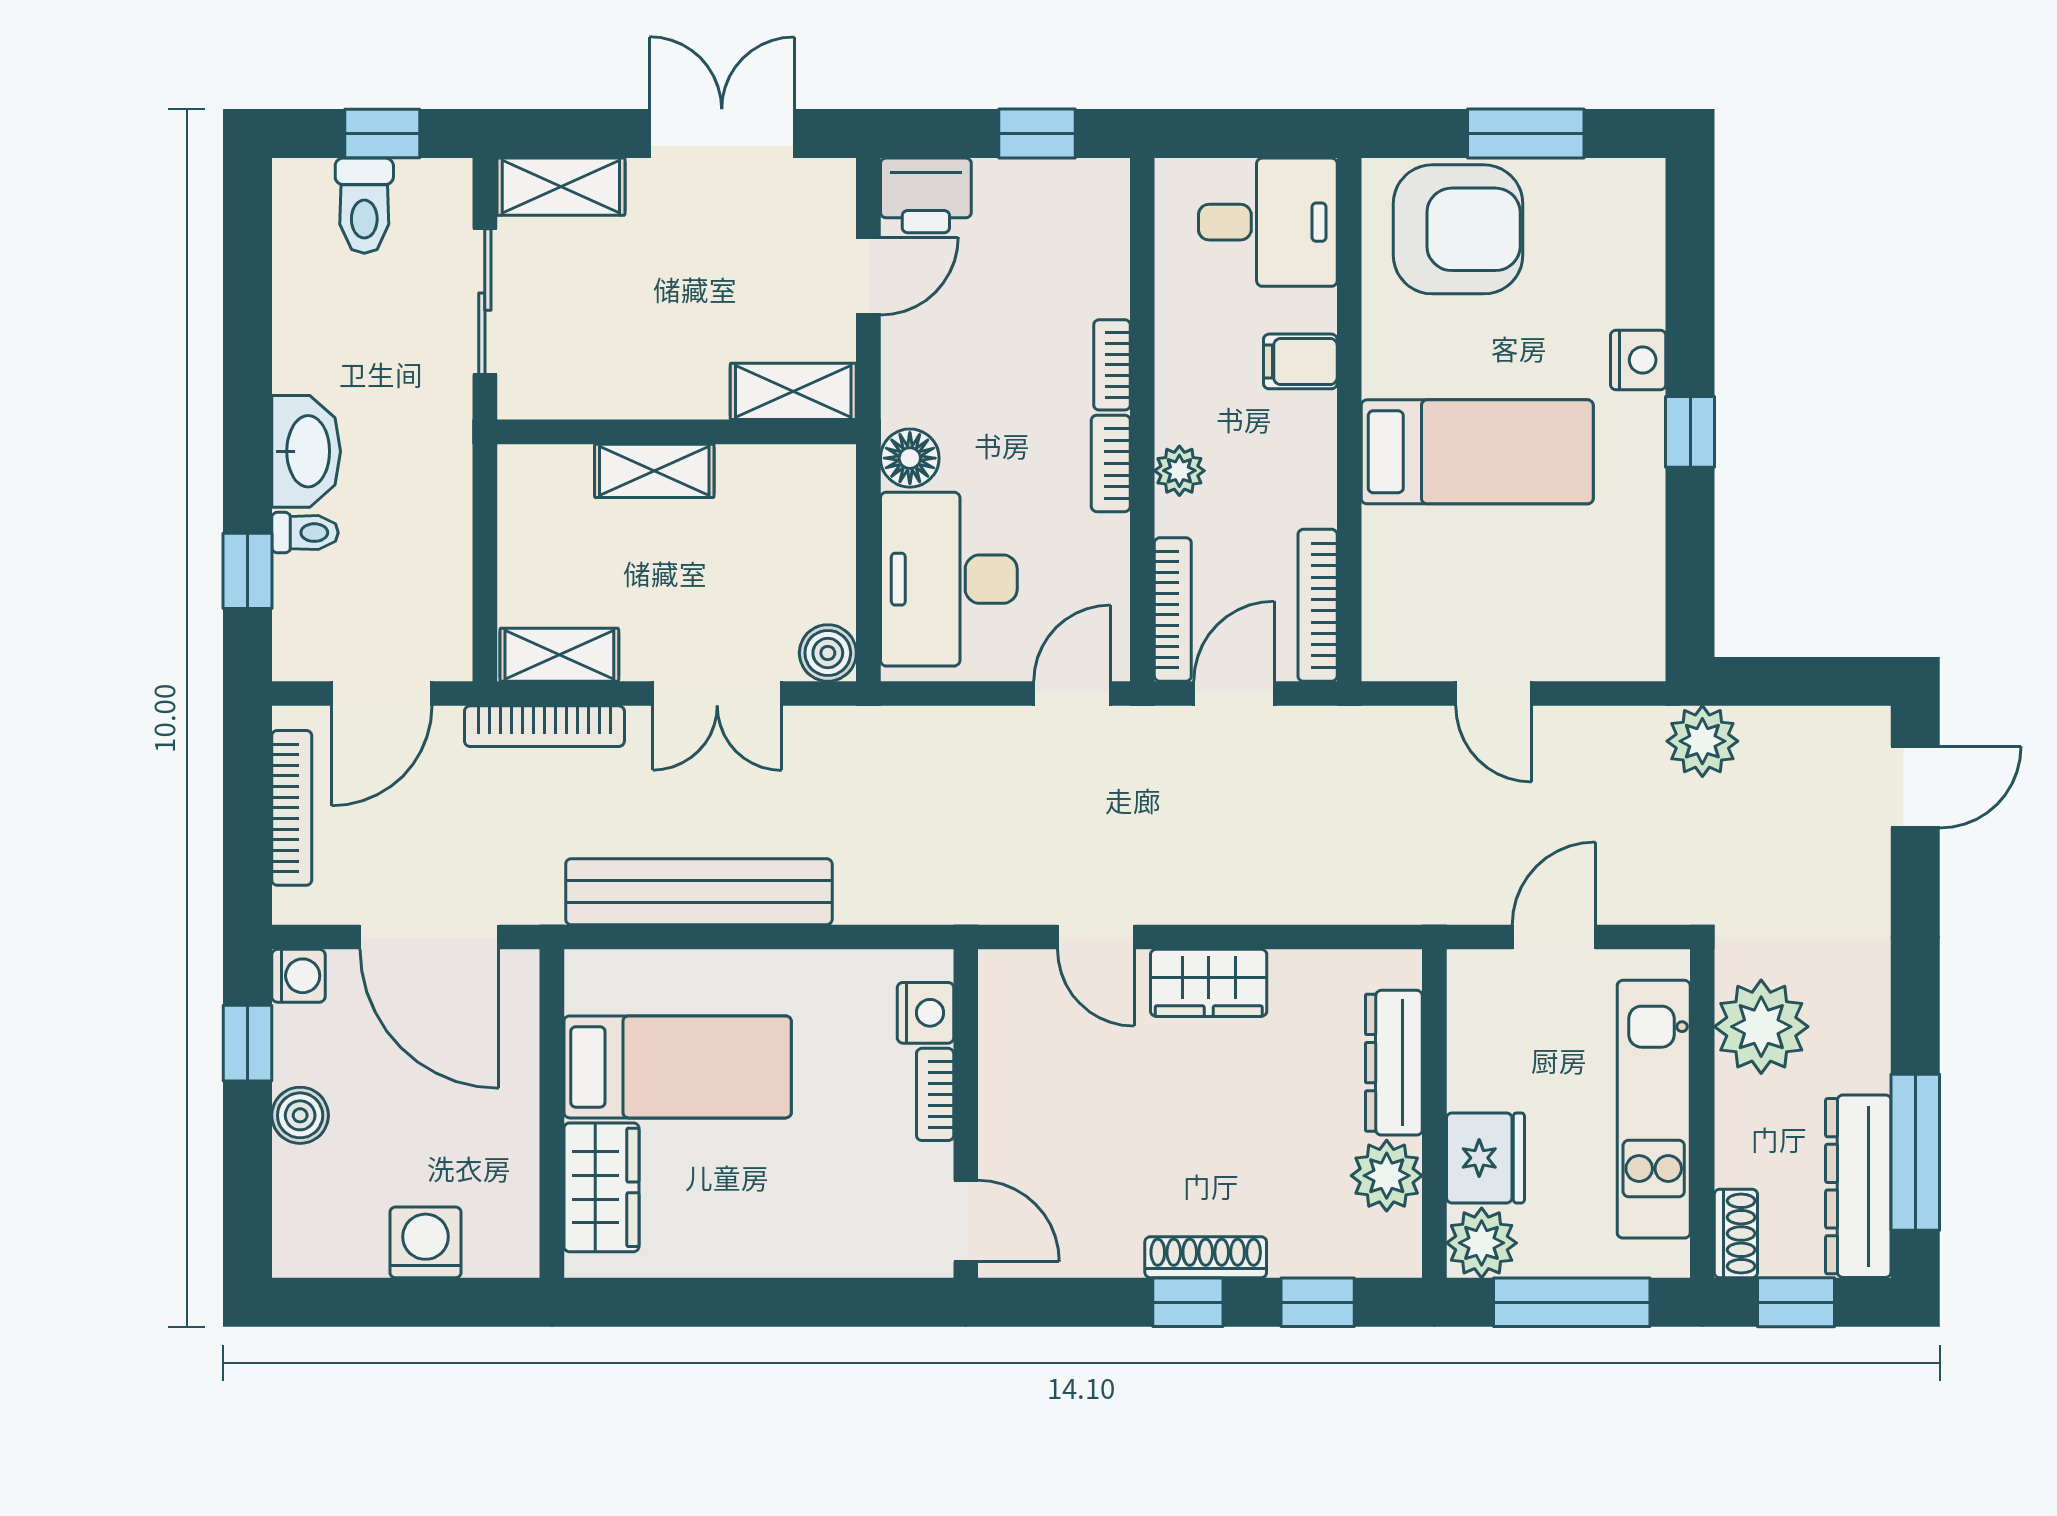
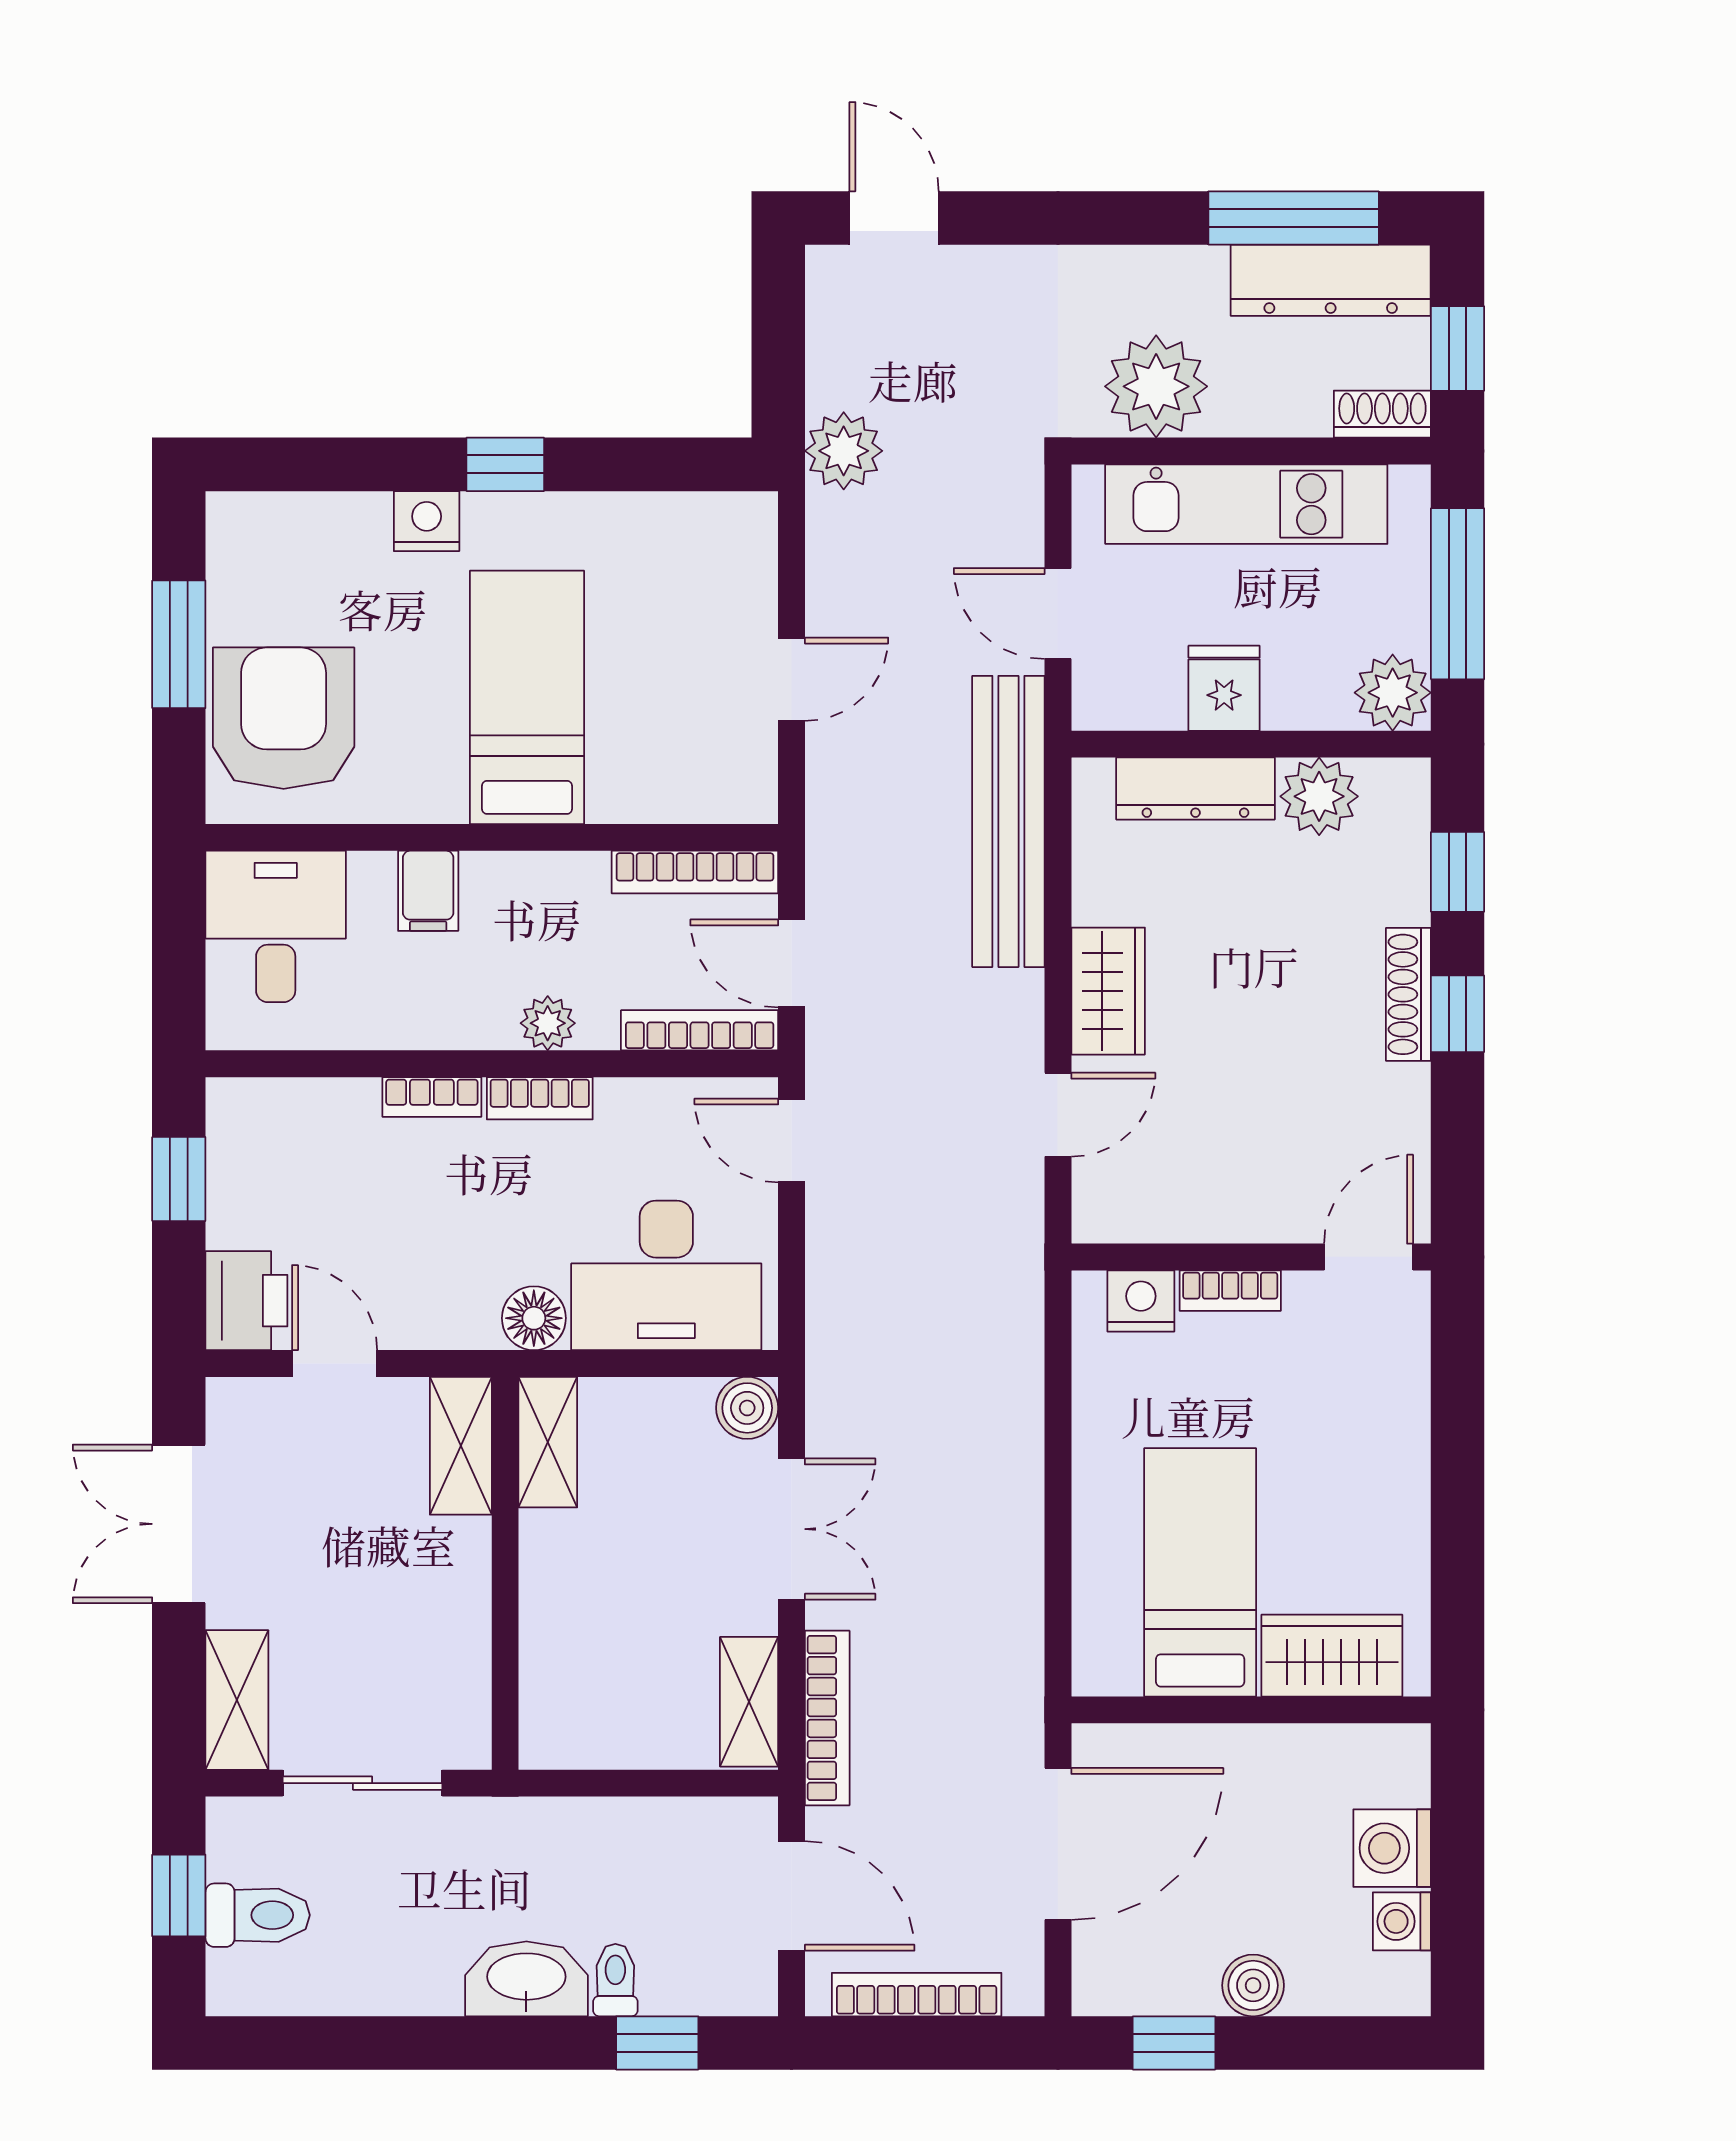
shelving: (654, 471) -> (548, 1442), moved
bench: (699, 892) -> (1008, 821), moved
washing machine: (298, 976) -> (1402, 1921), moved, turned -90
fridge: (1485, 1158) -> (1224, 688), moved, width x0.72

